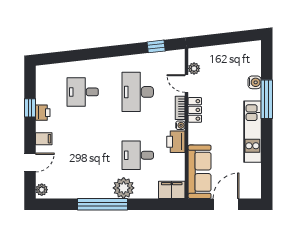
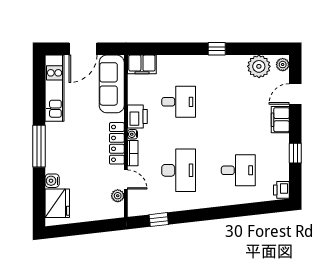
fridge: (250, 62) -> (57, 203), added
window: (267, 99) -> (39, 146), moved
locker: (195, 110) -> (117, 143), width x1.53
printer: (43, 113) -> (281, 190), moved
kitchen unit: (252, 132) -> (55, 88), moved
filing cabinet: (44, 139) -> (280, 120), width x2.00
plant: (124, 188) -> (259, 66), moved
window: (103, 204) -> (217, 49), width x0.32

